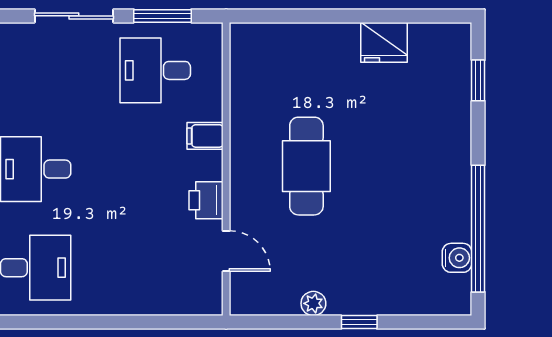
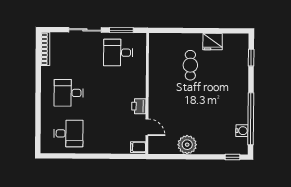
filing cabinet: (205, 136) -> (138, 147), moved
cafe table: (306, 166) -> (190, 65), moved, width x0.73, depth x0.74
plant: (313, 303) -> (187, 145), width x1.88, depth x1.88
window: (359, 322) -> (233, 157), moved

